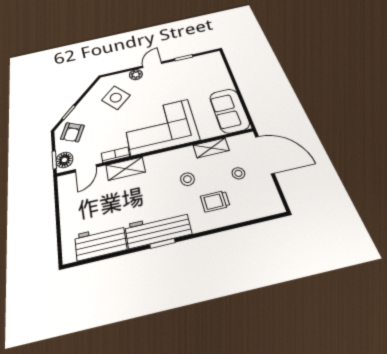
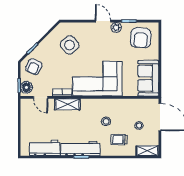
door: (152, 65) -> (103, 21), hinge flipped
armchair: (203, 70) -> (141, 38), added
plant: (136, 75) -> (116, 27), moved
shelving: (211, 148) -> (147, 151), moved
door: (86, 168) -> (41, 97), hinge flipped

